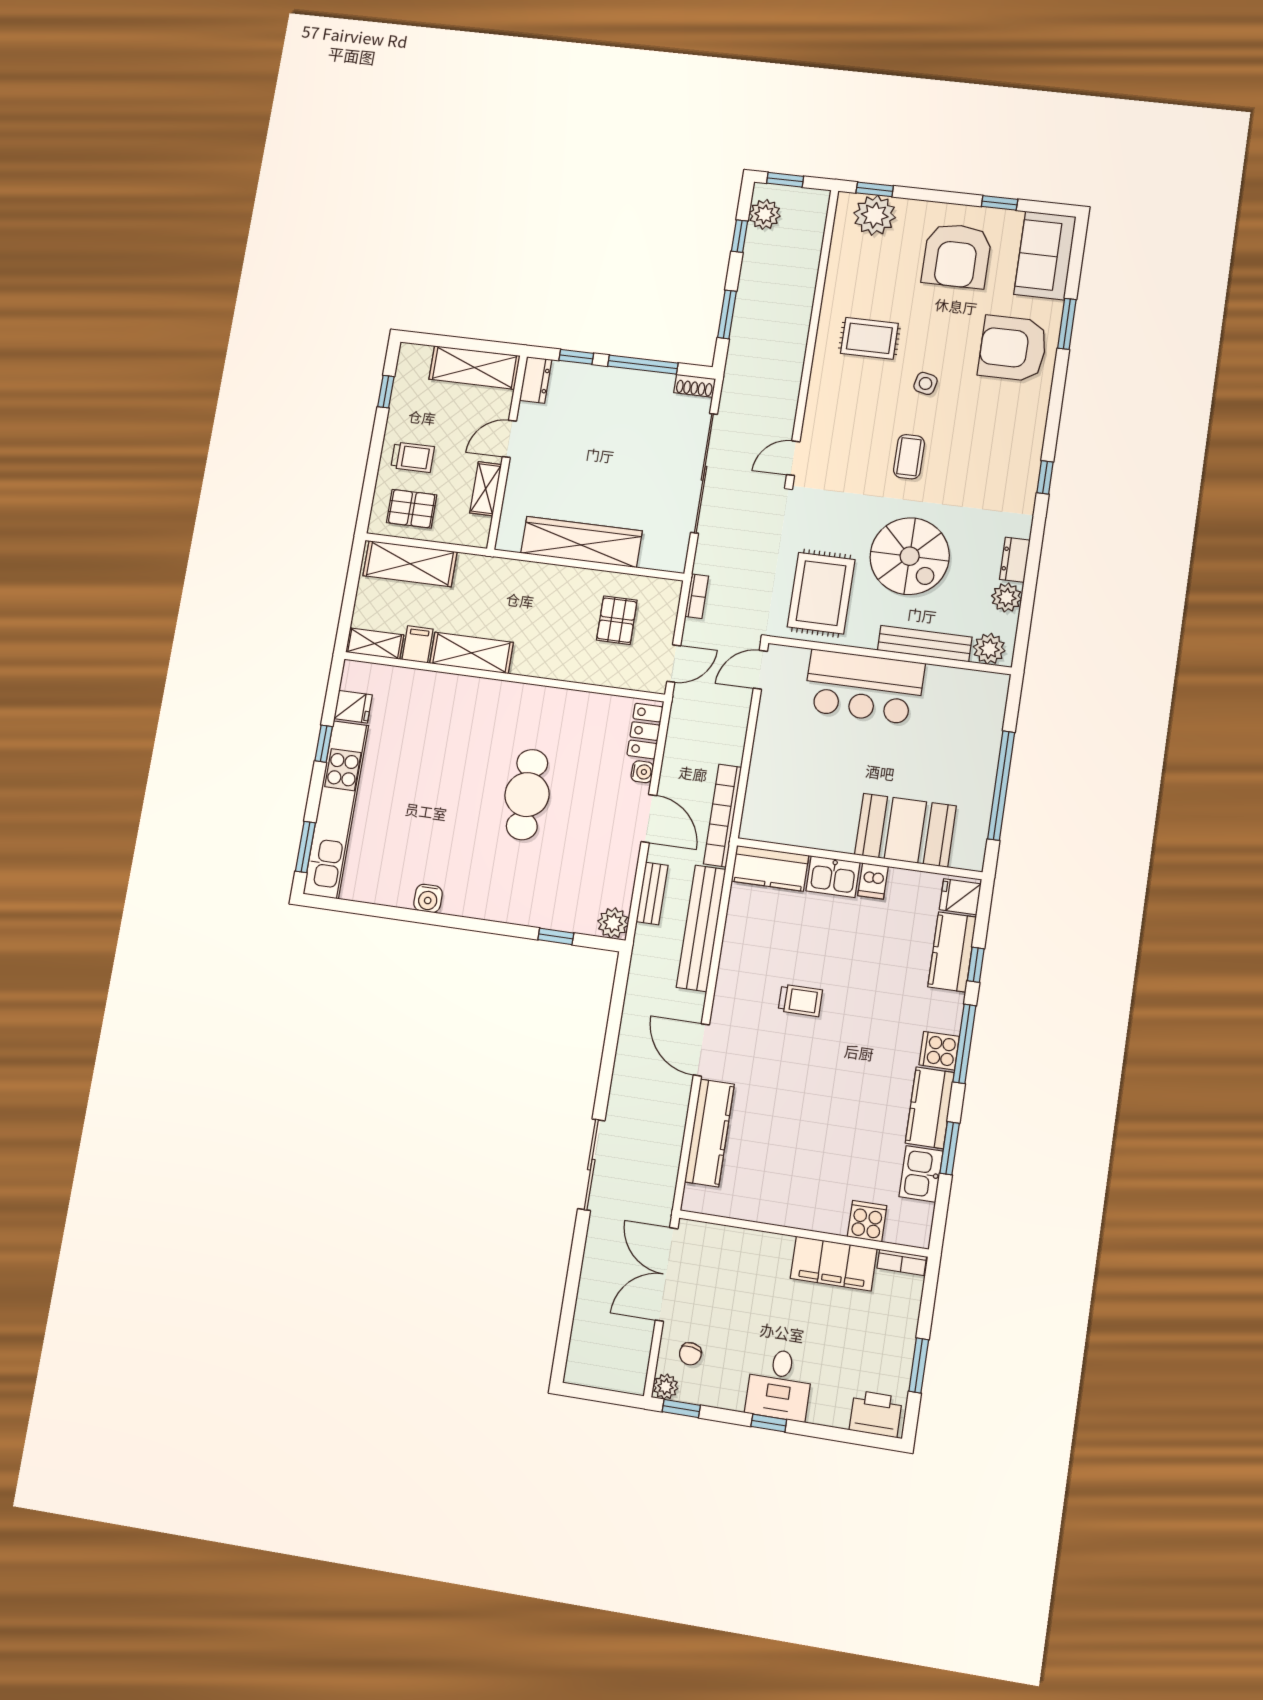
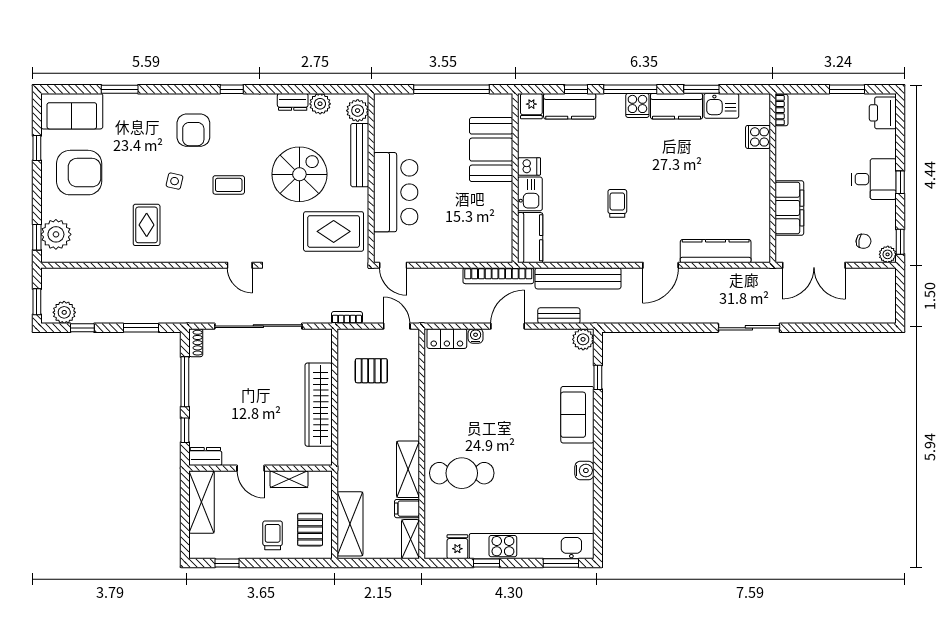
armchair: (1013, 348) -> (193, 130), moved, width x0.73, depth x0.73
cafe table: (527, 795) -> (462, 473), moved
sofa: (508, 900) -> (577, 415), added
filing cabinet: (834, 1264) -> (789, 208), moved

